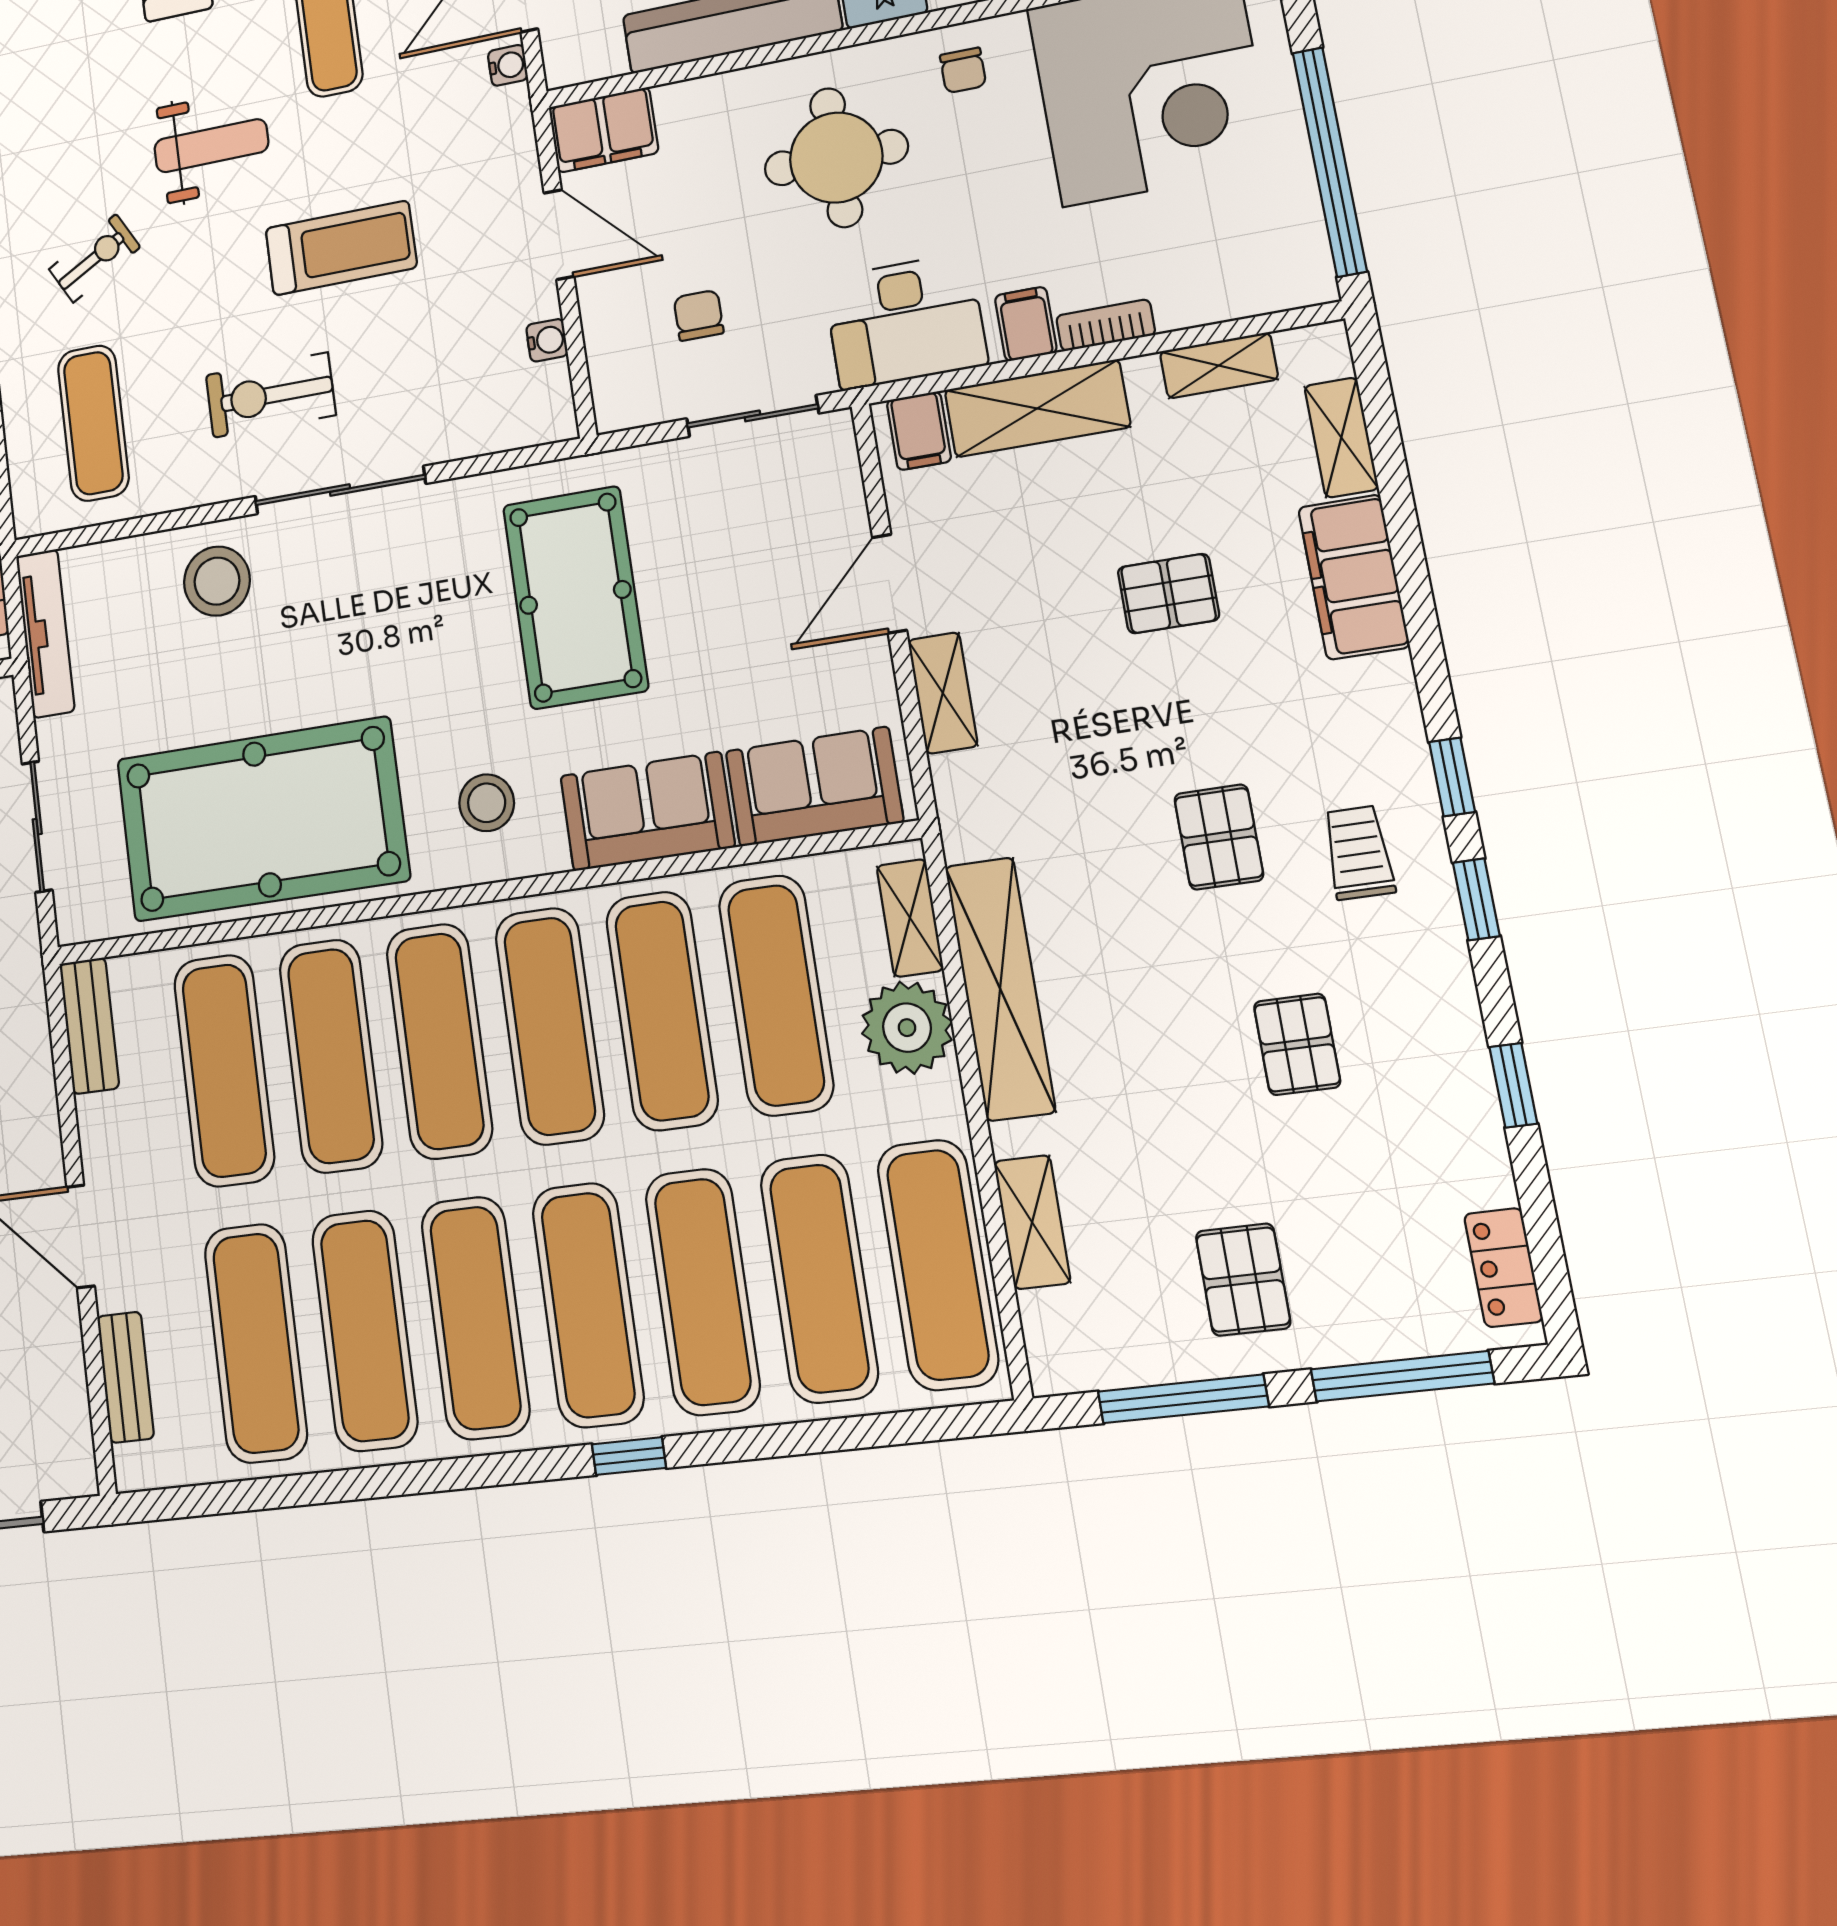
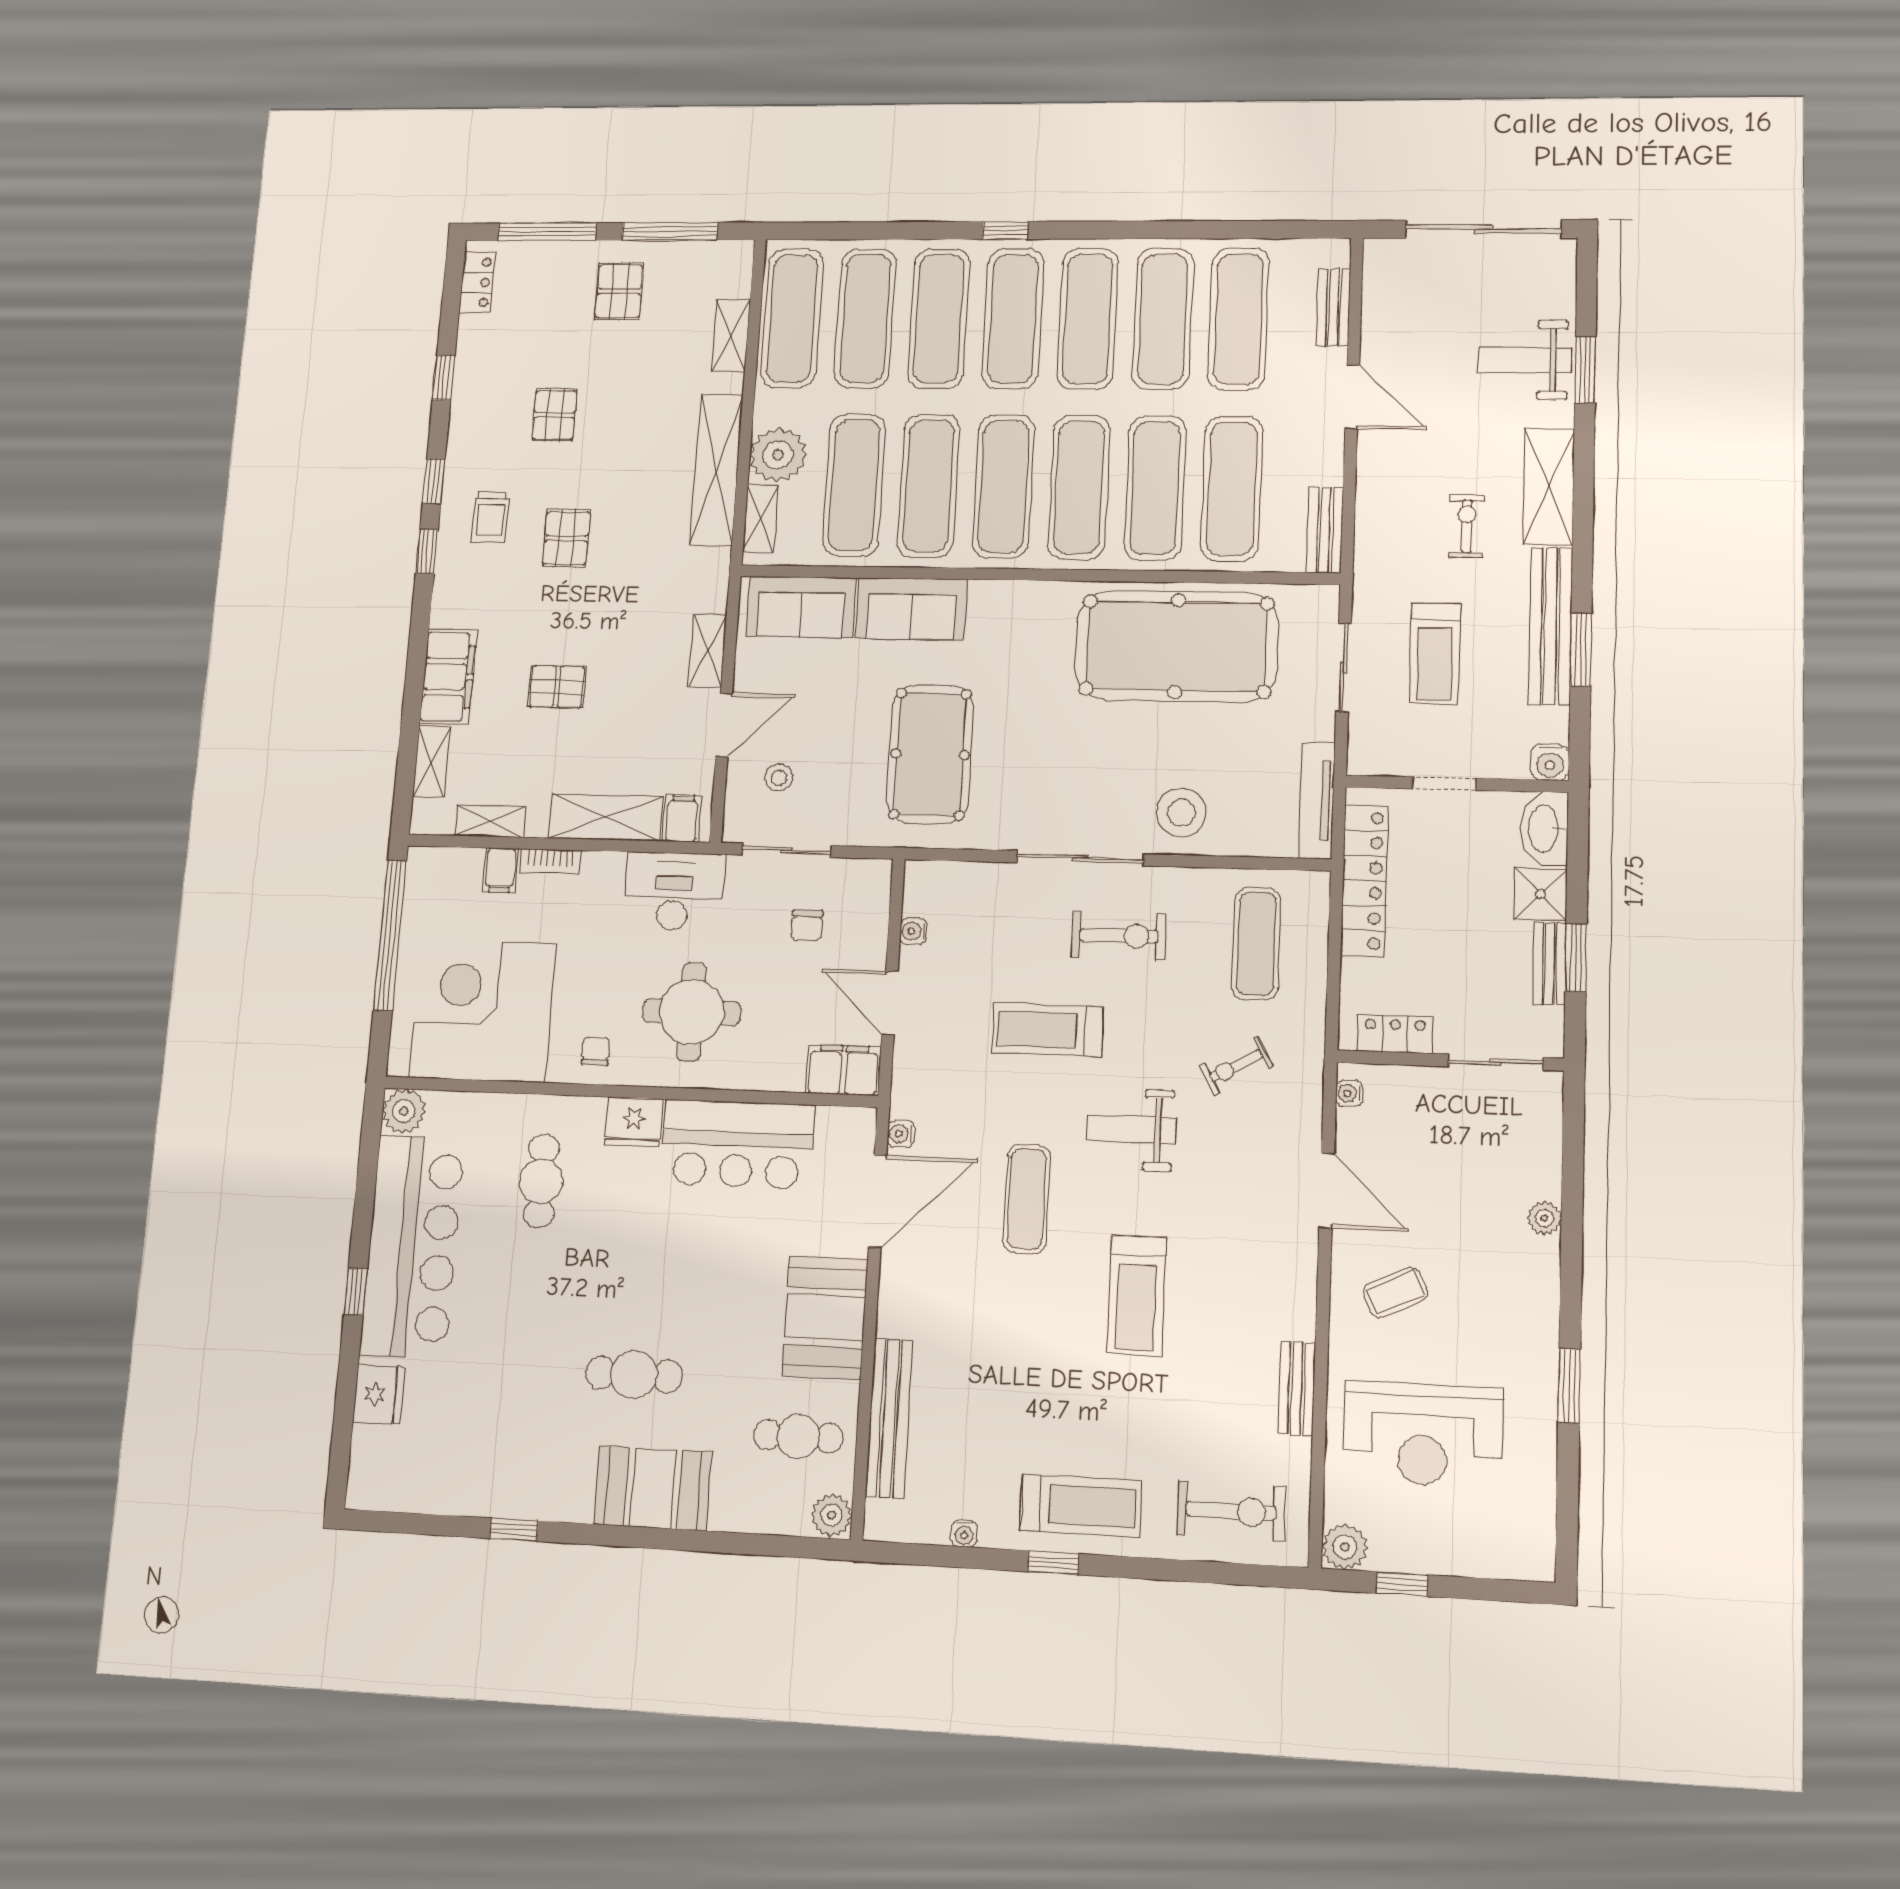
filing cabinet: (1026, 324) -> (500, 870), moved
stool: (487, 803) -> (779, 778), moved, width x0.73, depth x0.73

